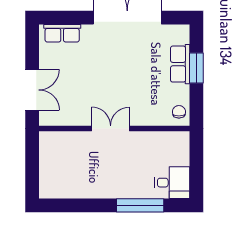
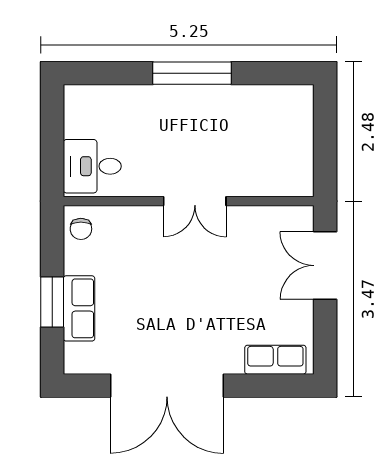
desk: (172, 183) -> (92, 166), moved
window: (140, 205) -> (192, 73), moved

